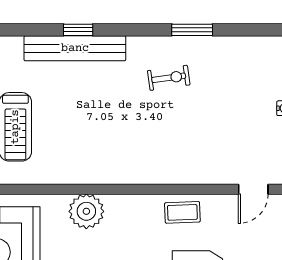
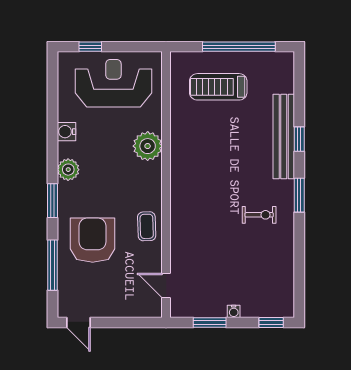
window: (192, 30) -> (299, 195), moved
exercise bike: (169, 78) -> (259, 215), turned -82

